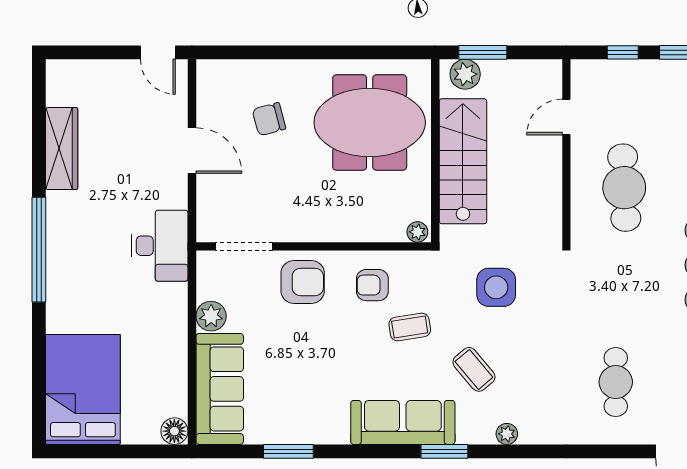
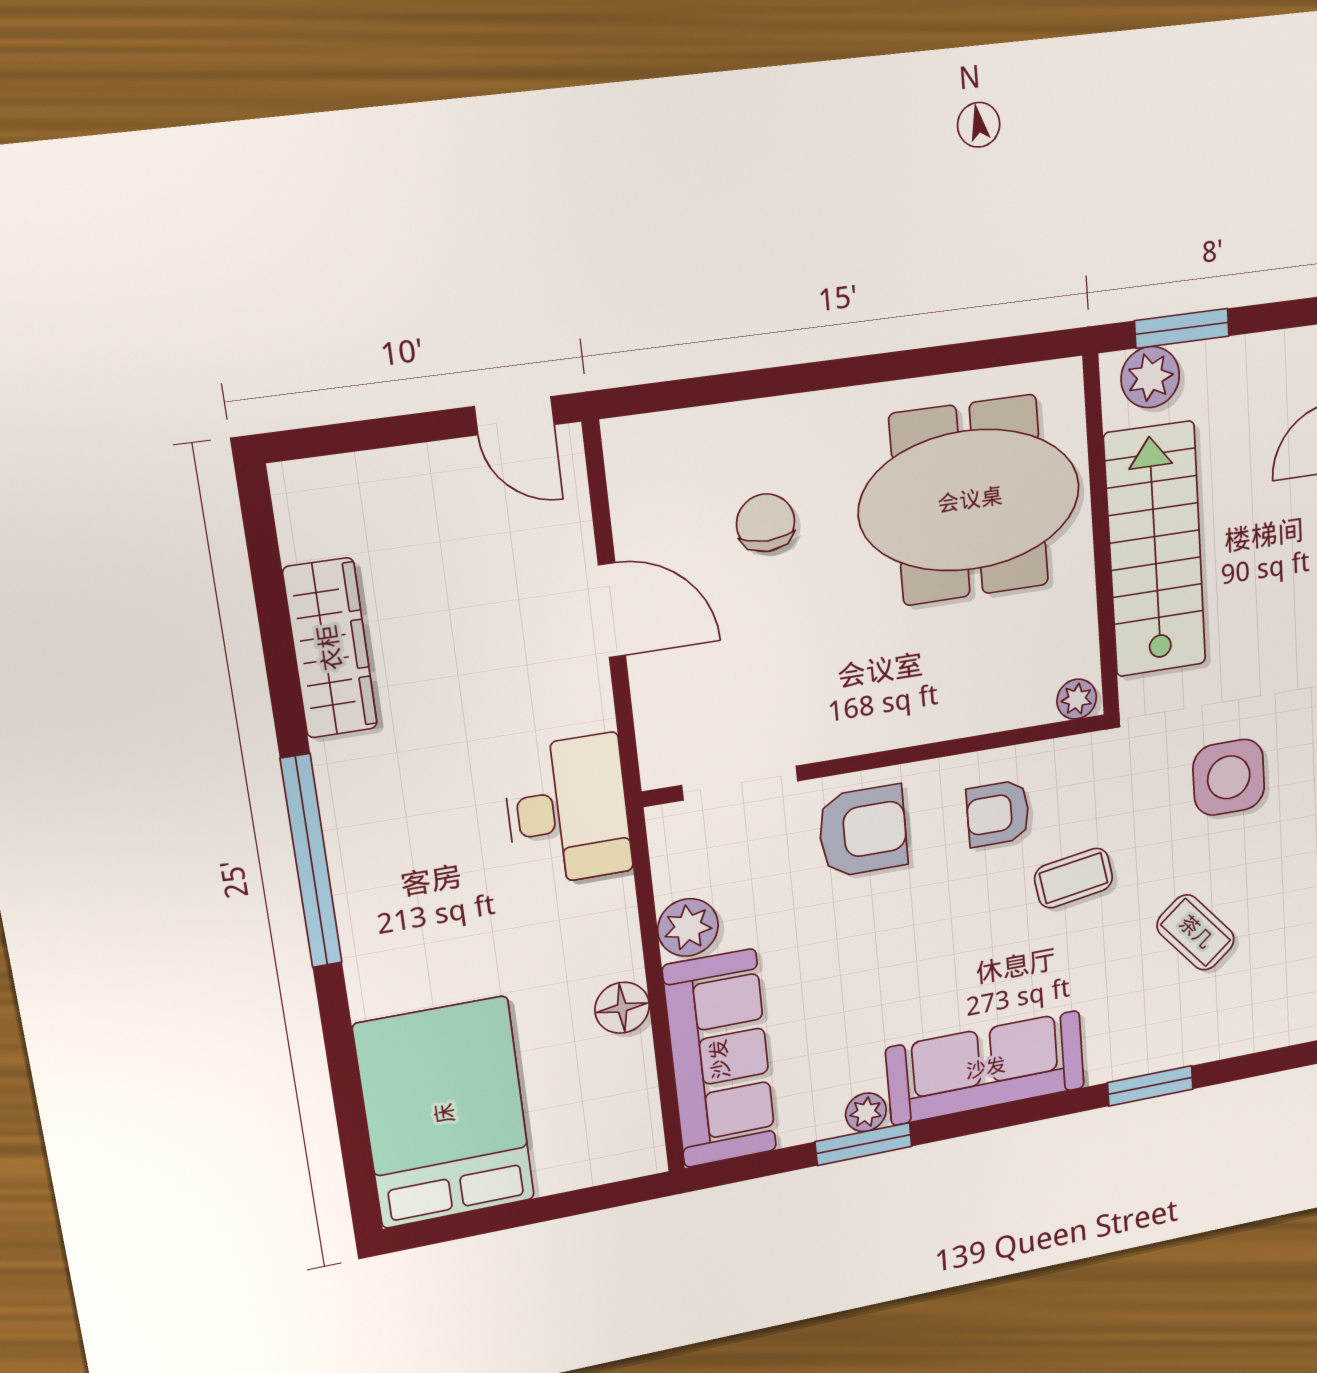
chair: (269, 119) -> (766, 523), turned 105
sofa: (403, 422) -> (986, 1068), moved
floor lamp: (174, 431) -> (622, 1008), moved
plant: (507, 434) -> (866, 1112), moved

